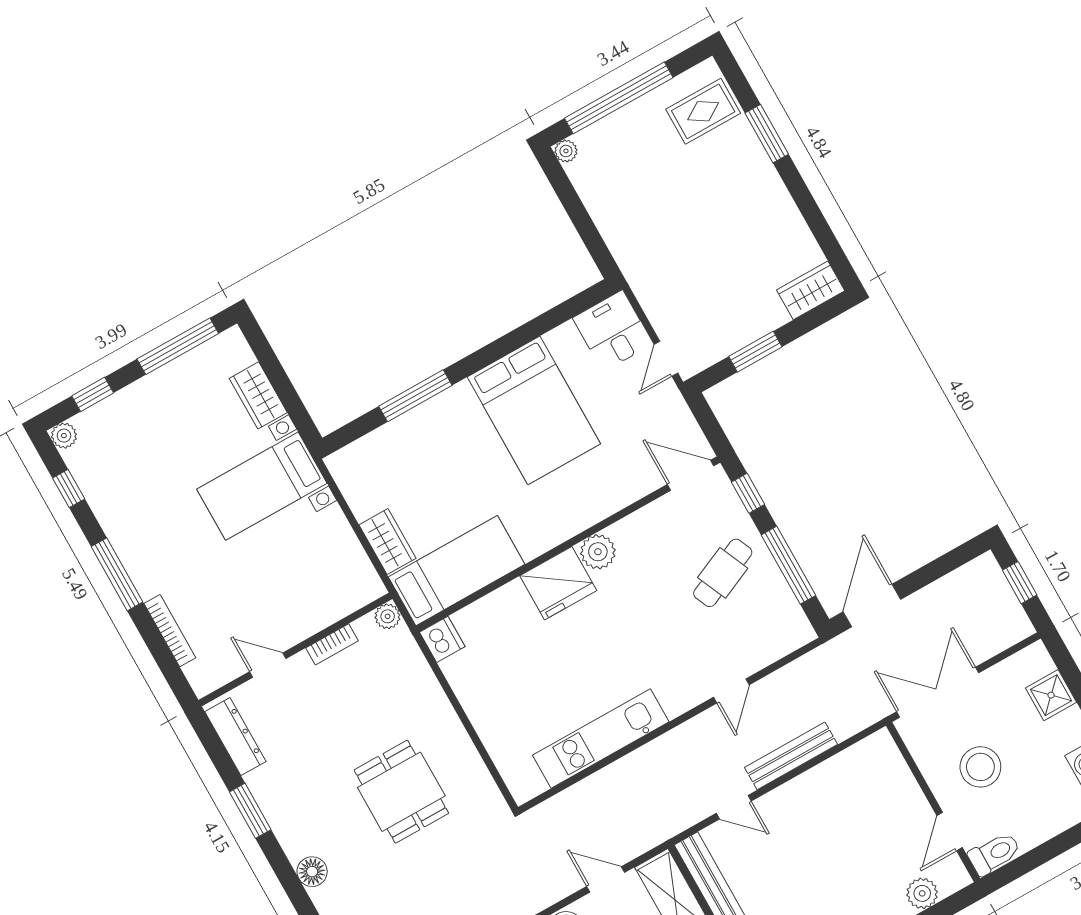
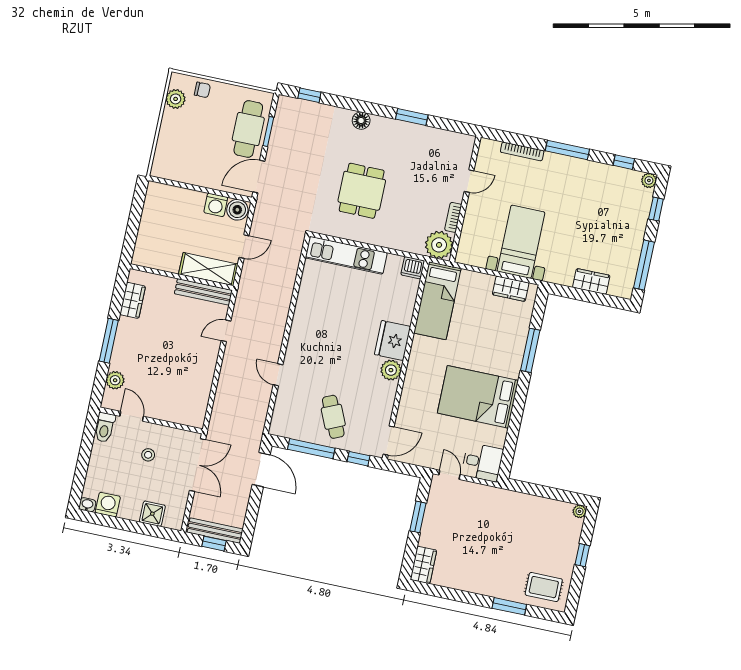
window: (619, 98) -> (582, 555), width x0.32
rug: (703, 111) -> (544, 587), turned 90
bed with nightstands: (262, 486) -> (521, 242), moved
wardrobe: (387, 542) -> (511, 289), moved
plant: (388, 616) -> (439, 245), width x1.87, depth x1.87
dresser: (235, 737) -> (450, 139), removed
kitchen unit: (601, 738) -> (346, 255), moved, turned 90
bench: (791, 756) -> (215, 531), moved, turned 90
stool: (980, 767) -> (148, 455), width x0.53, depth x0.53
dining table: (401, 792) -> (362, 191), turned 90

